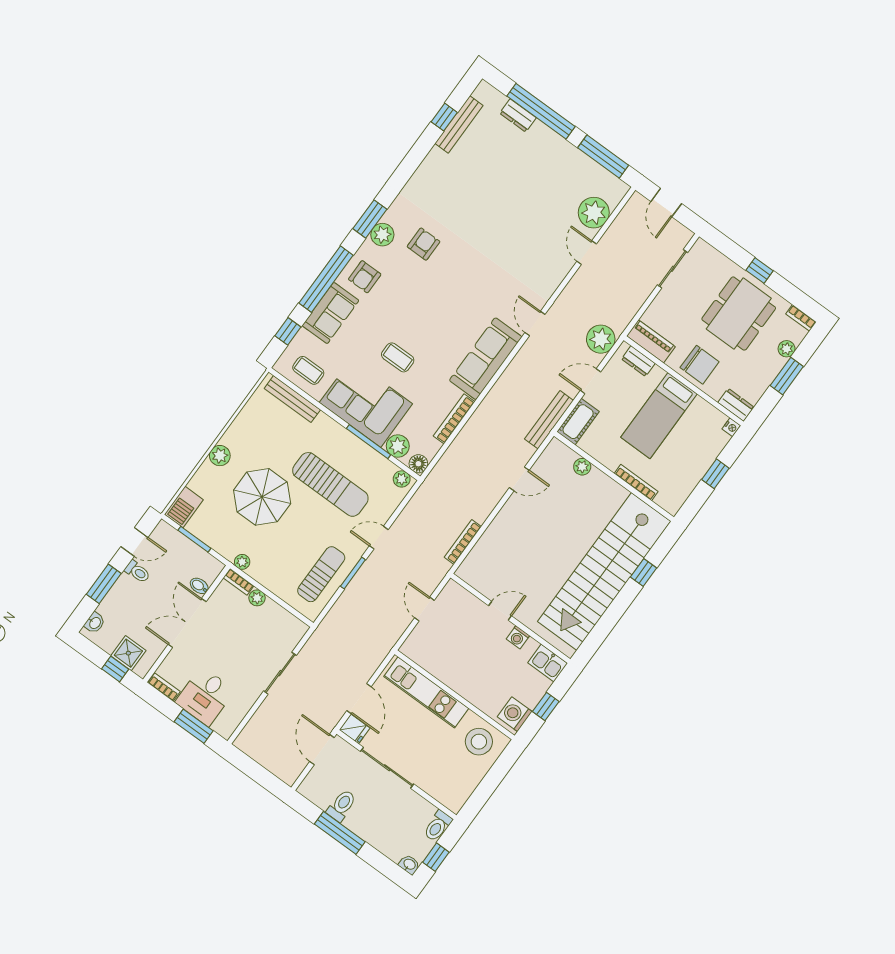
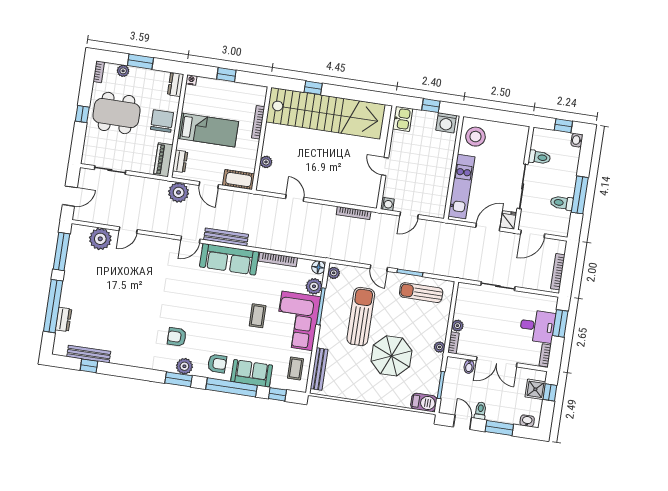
bench: (549, 420) -> (226, 237), moved
plant: (220, 456) -> (379, 397), removed
washing machine: (518, 637) -> (387, 204), moved
bookcase: (259, 756) -> (558, 272), added
toilet: (438, 826) -> (539, 157), moved

